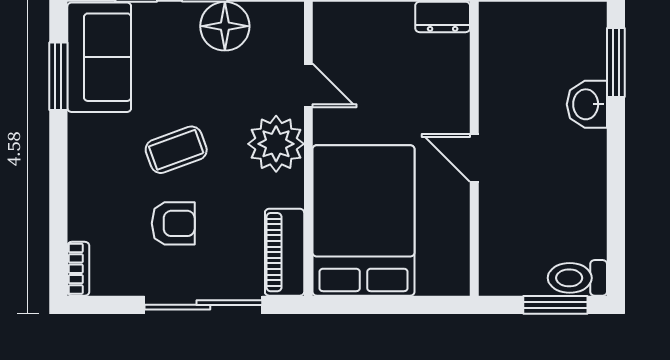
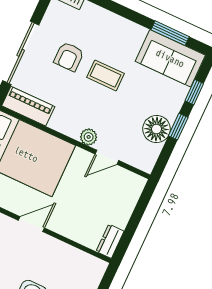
plant: (276, 144) -> (89, 137), width x0.53, depth x0.53
coffee table: (176, 150) -> (105, 75), turned -70

